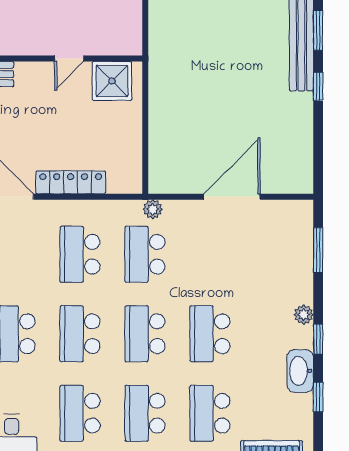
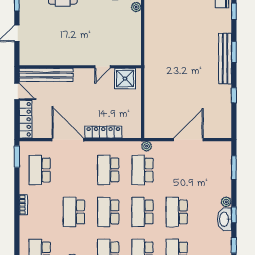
window: (318, 86) -> (234, 95), moved
washbasin: (300, 371) -> (224, 219), moved

